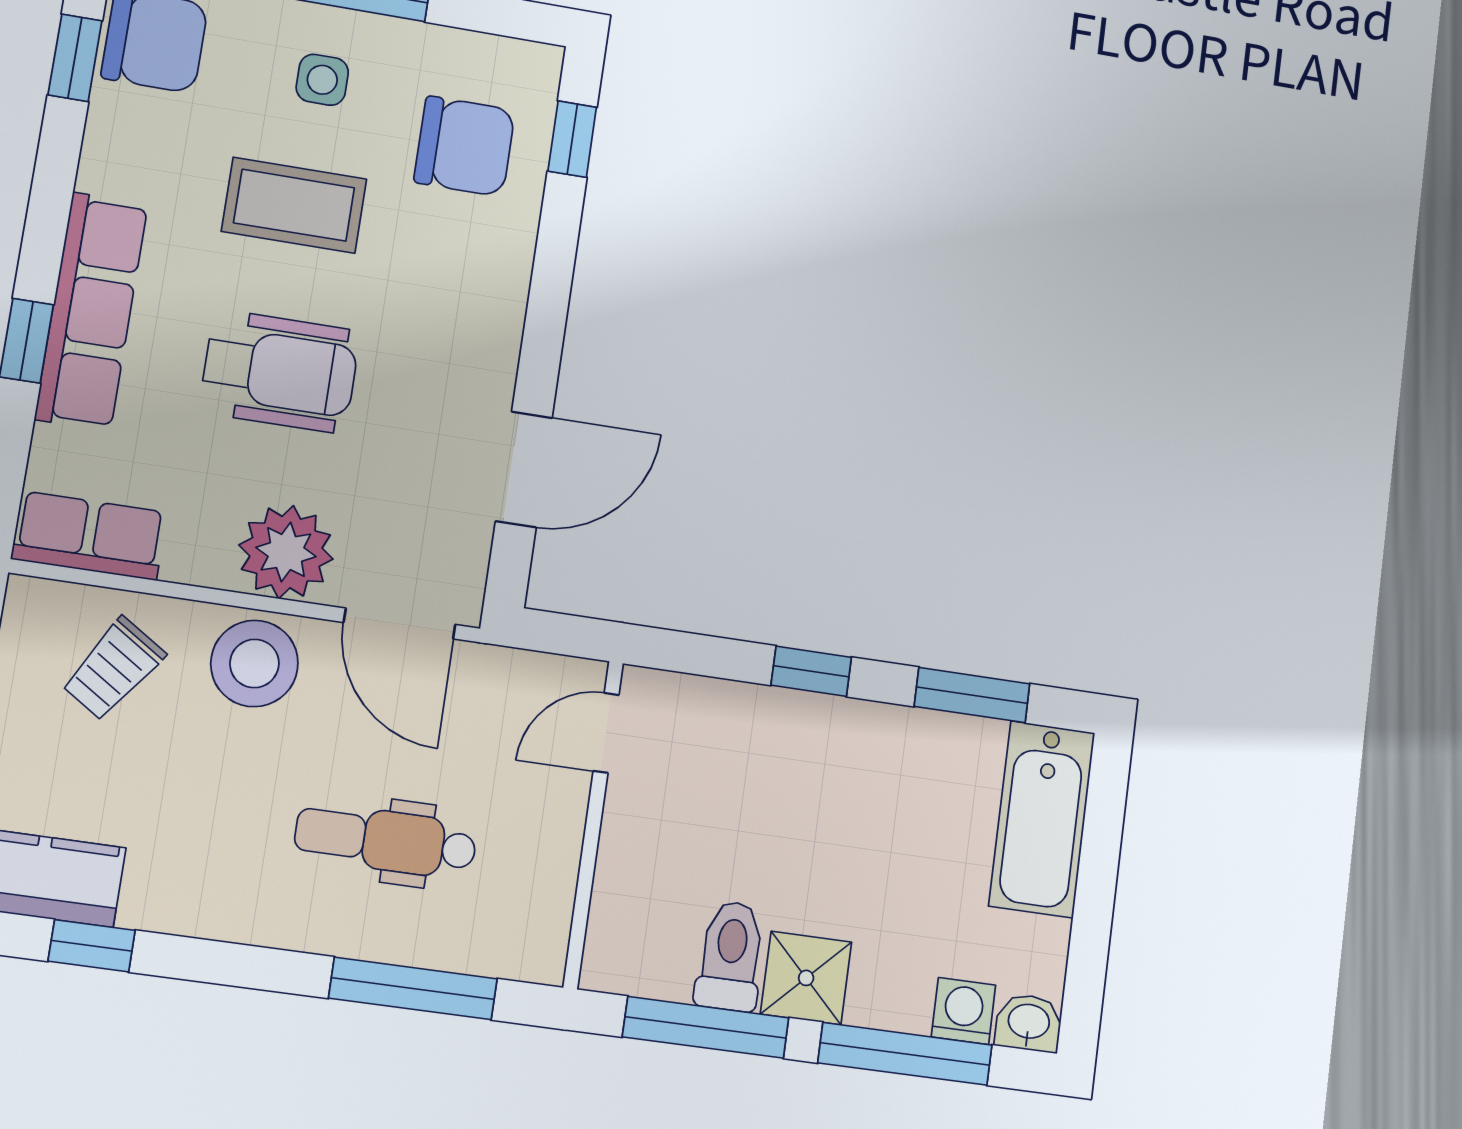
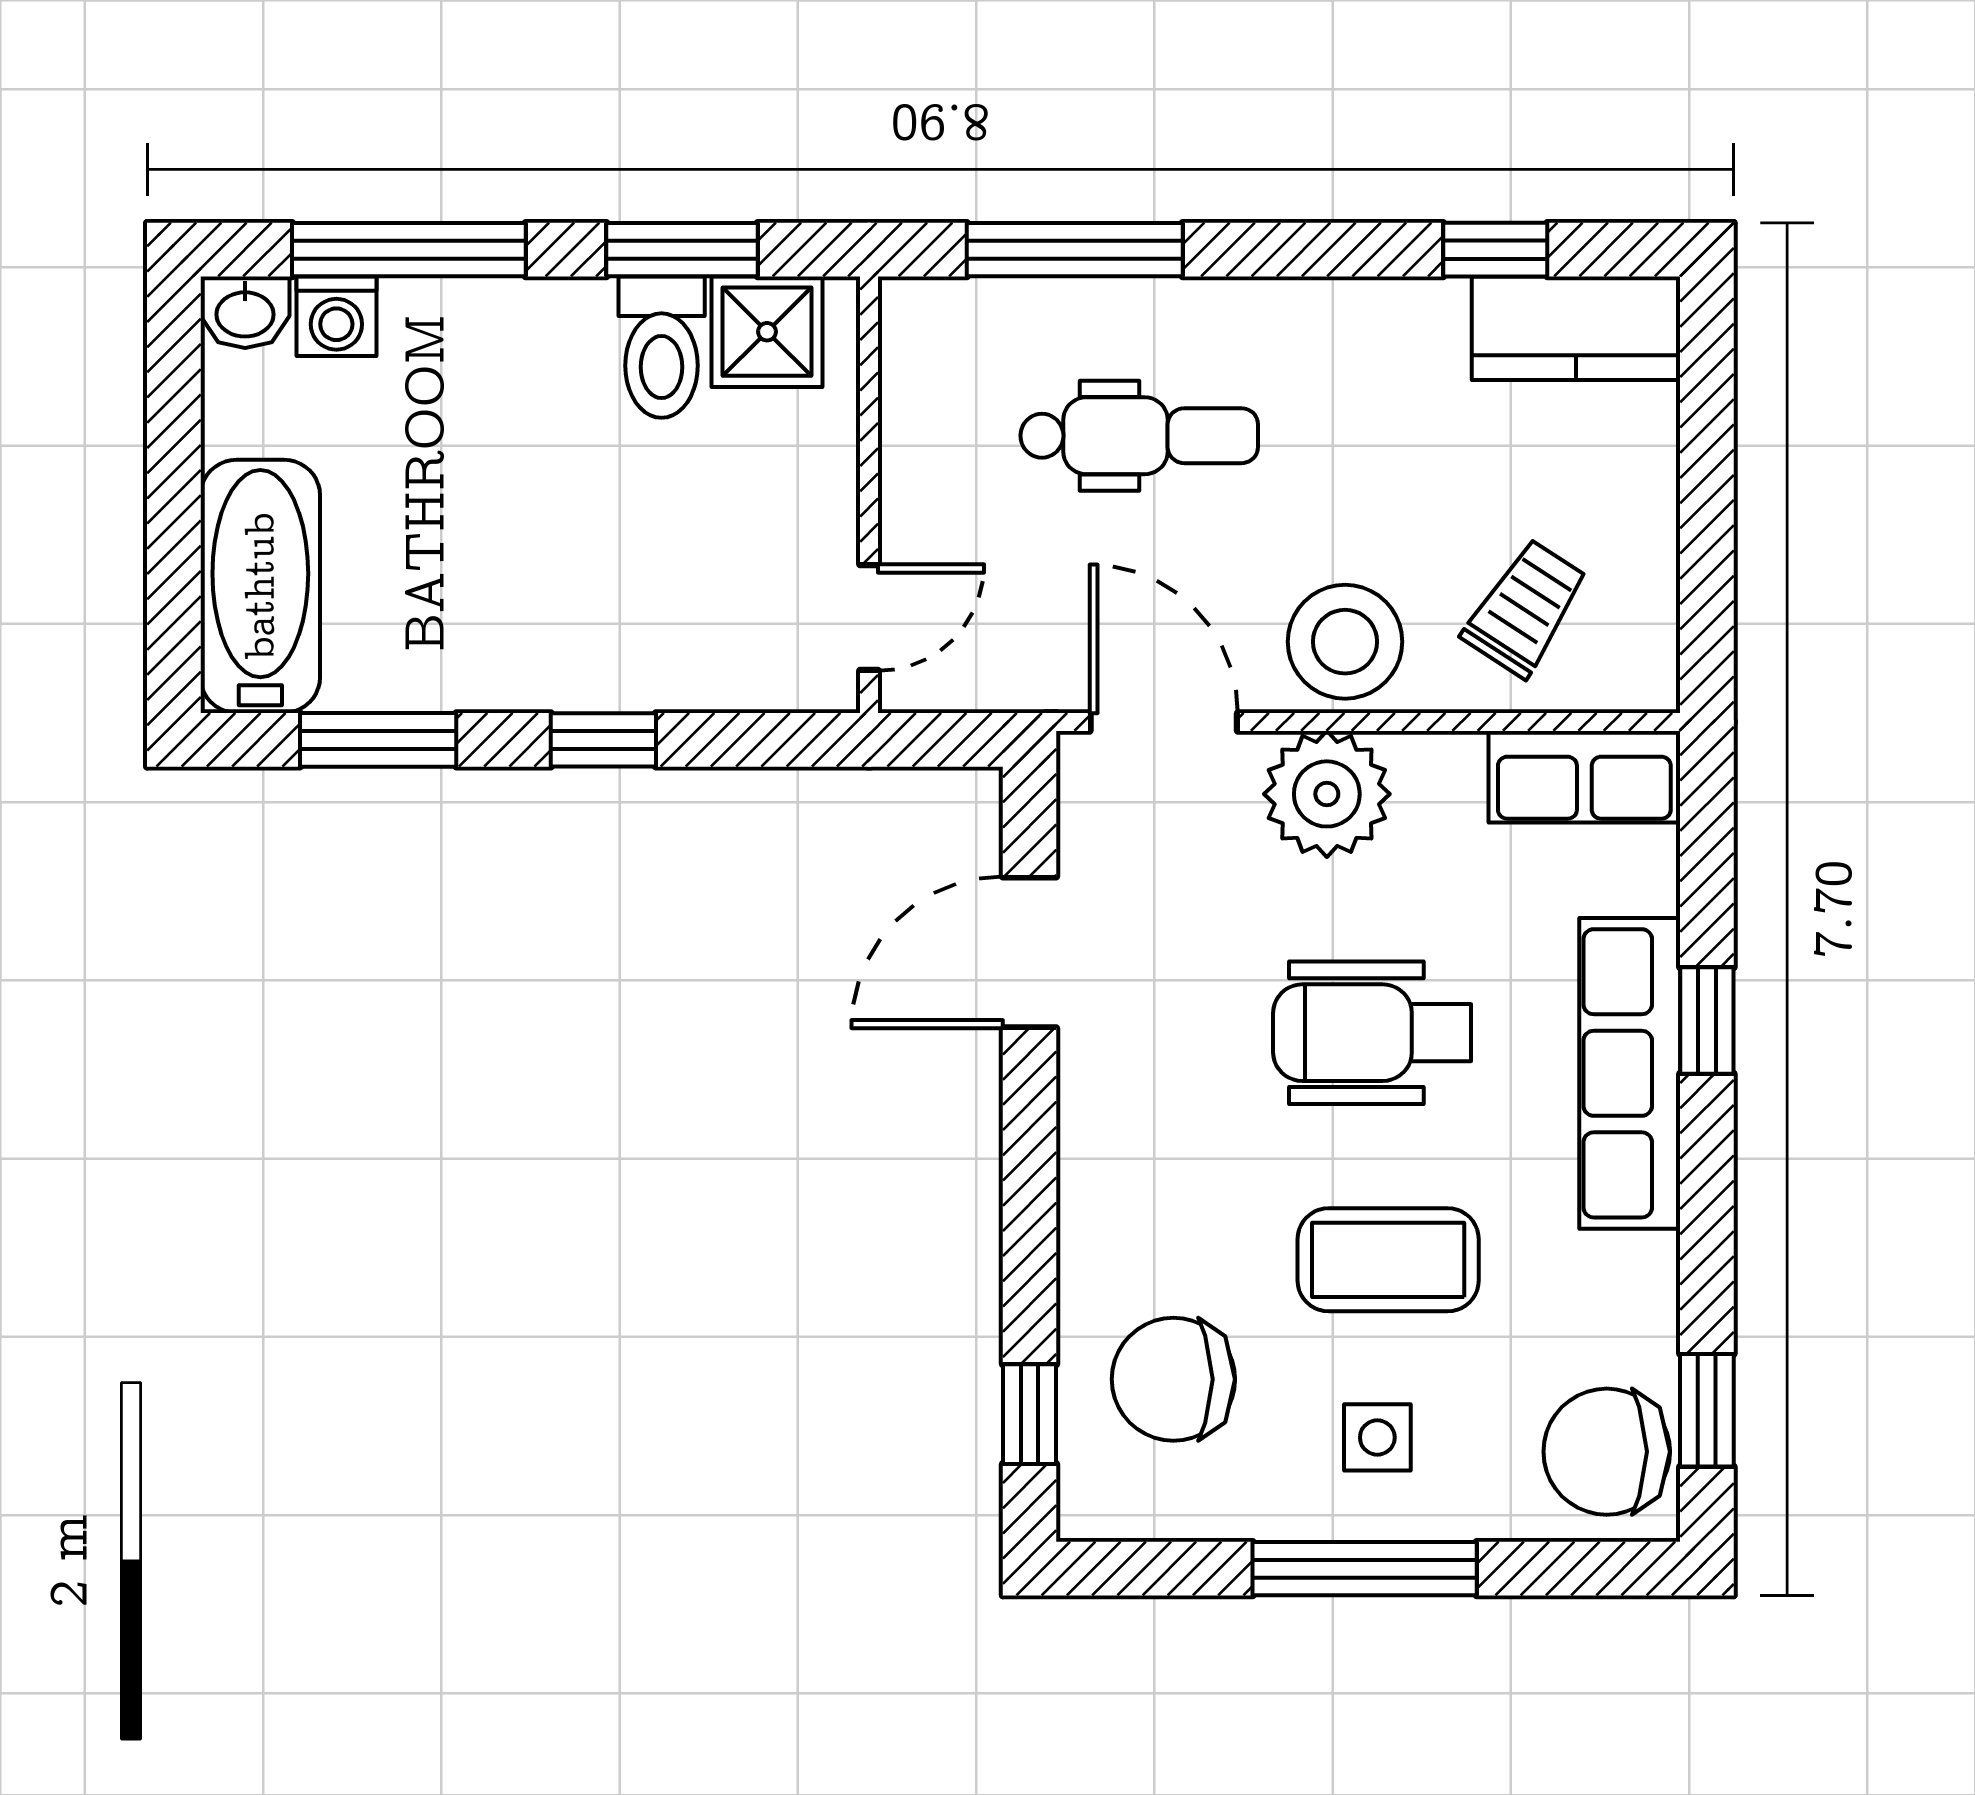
shower: (806, 978) -> (767, 332), moved
window: (706, 1027) -> (682, 250), width x0.69

